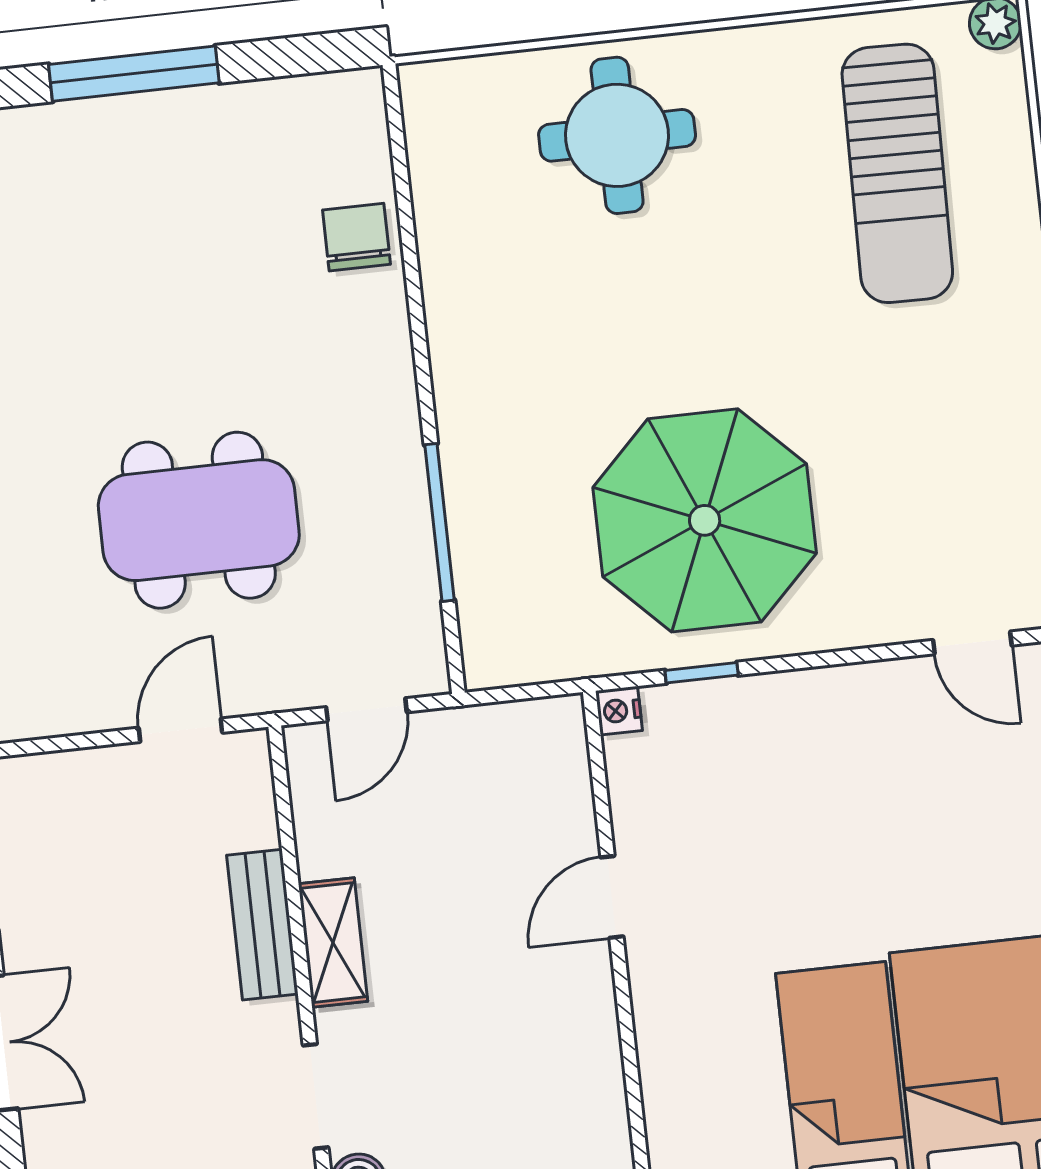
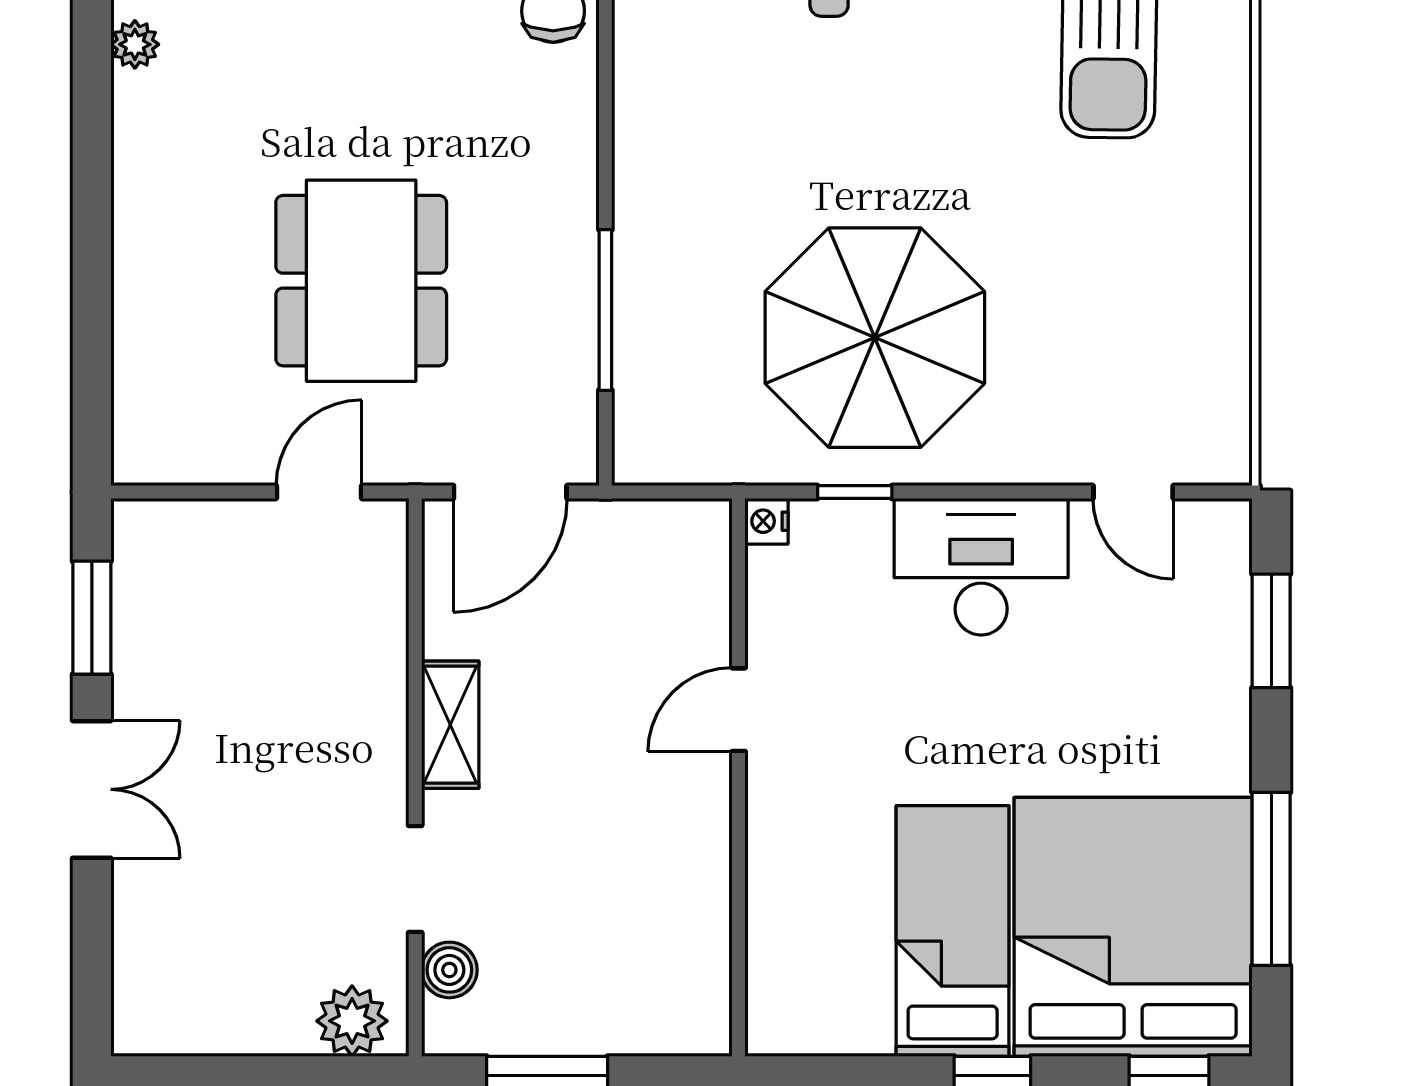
dining table: (199, 520) -> (361, 281), turned 90
door: (366, 710) -> (510, 492), width x1.38
desk: (833, 732) -> (981, 567), added
bench: (262, 925) -> (380, 699), removed

